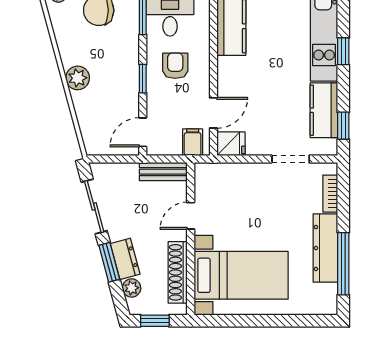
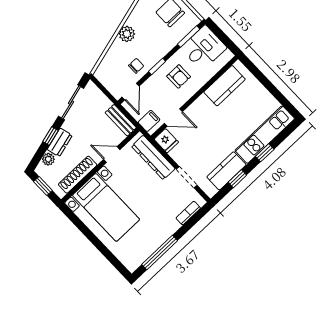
armchair: (175, 66) -> (179, 76), turned 90
chair: (121, 100) -> (136, 66), added
window: (343, 126) -> (237, 179), moved
door: (143, 132) -> (131, 92), swing flipped
dresser: (325, 248) -> (153, 157), moved, turned -90
window: (109, 262) -> (51, 136), width x0.67

